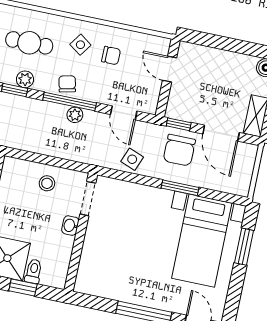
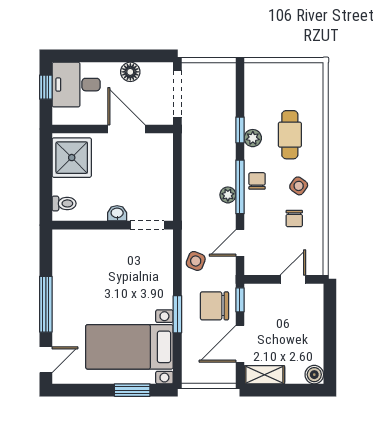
chair: (67, 84) -> (257, 181), turned -77
stool: (47, 183) -> (154, 181), removed
toilet: (34, 271) -> (64, 203), moved
window: (23, 288) -> (46, 179), removed

